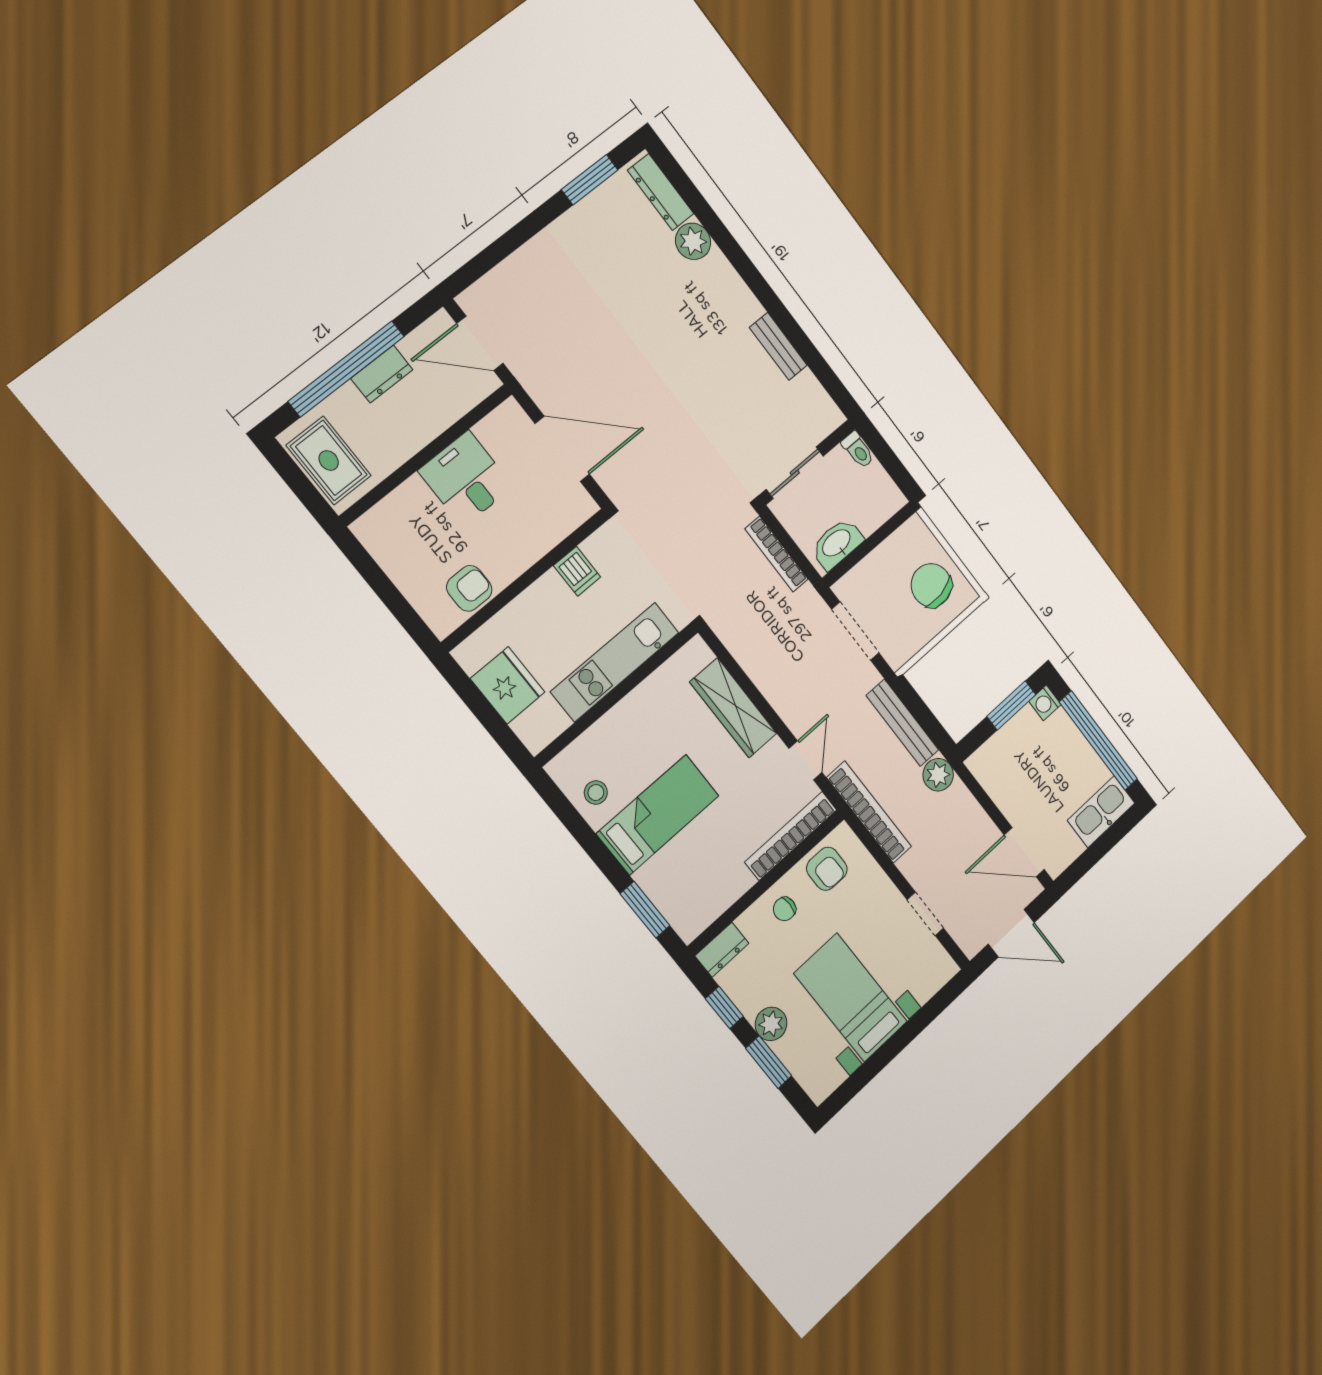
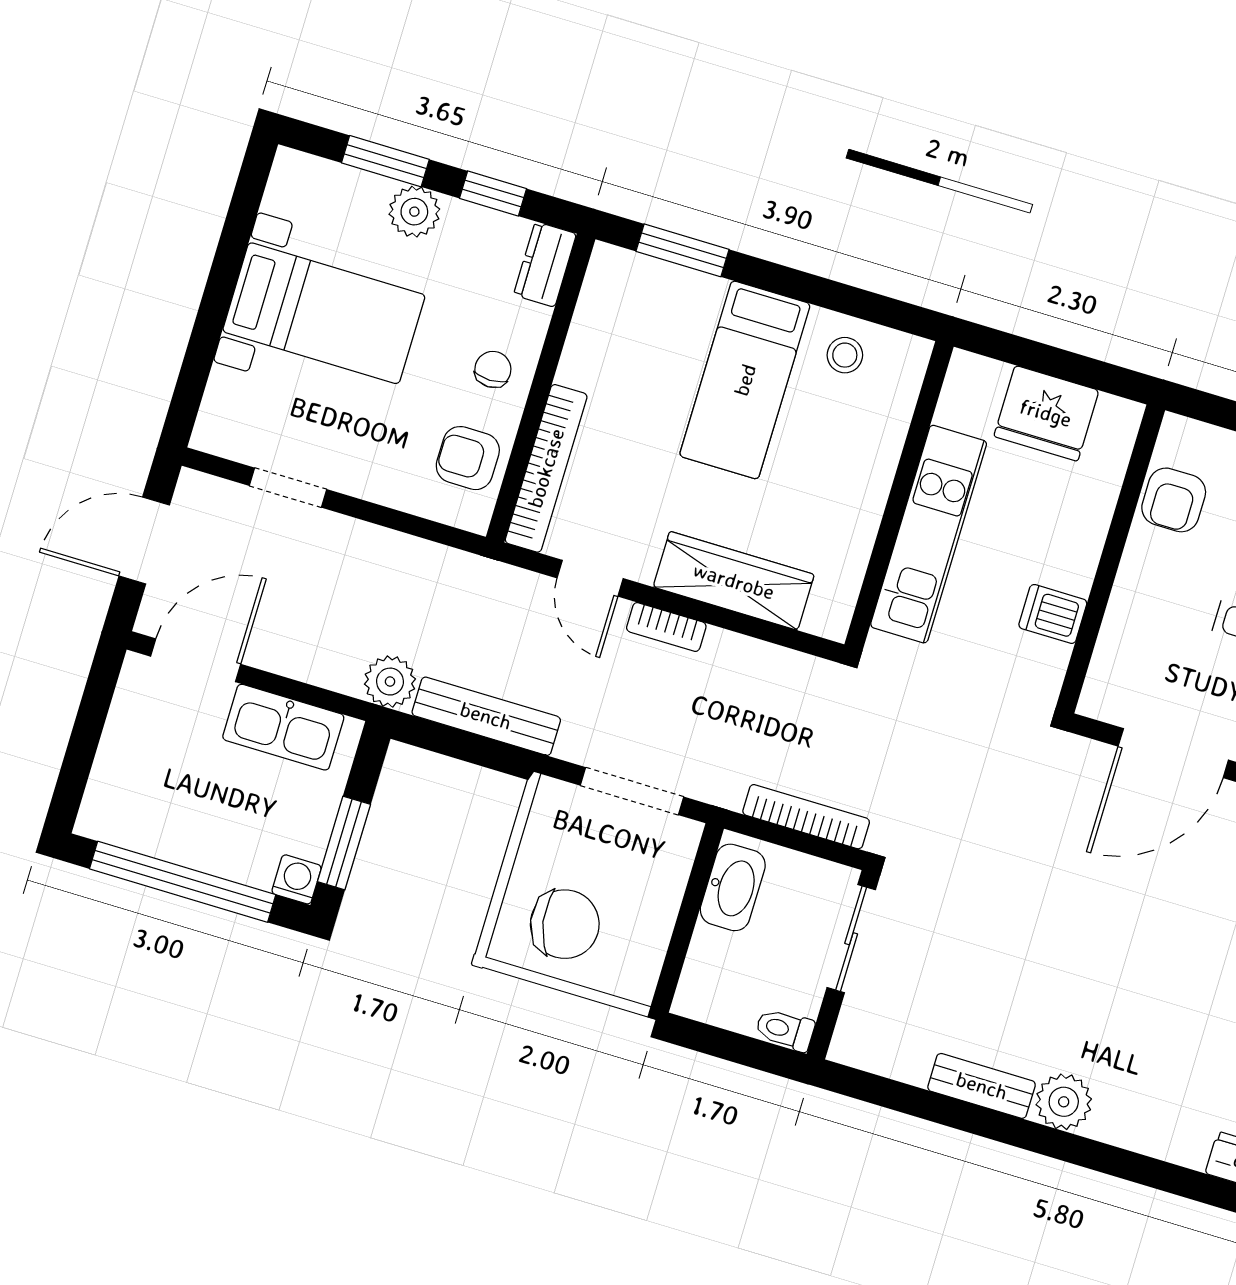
plant: (693, 241) -> (1064, 1102), moved
bookcase: (869, 812) -> (666, 627), moved, width x0.43, depth x0.76
kitchen sink: (1101, 812) -> (283, 727), moved, turned 90

